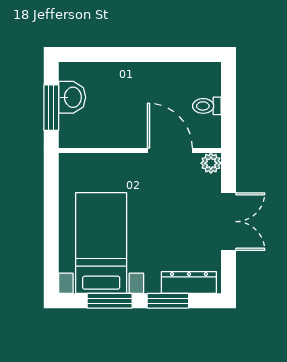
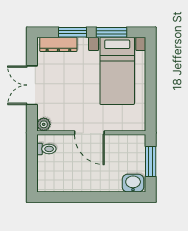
washbasin: (72, 97) -> (133, 183), moved, turned 90
toilet: (207, 106) -> (46, 149), moved
door: (170, 151) -> (89, 133), moved

